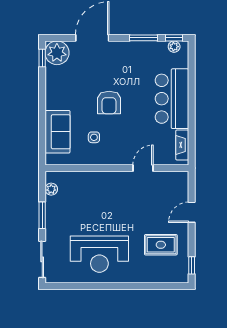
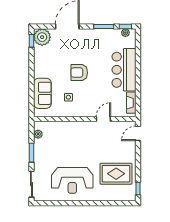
armchair: (109, 103) -> (79, 73), turned 90
door: (192, 212) -> (138, 133), moved
rug: (161, 245) -> (116, 174), width x1.36, depth x1.43

